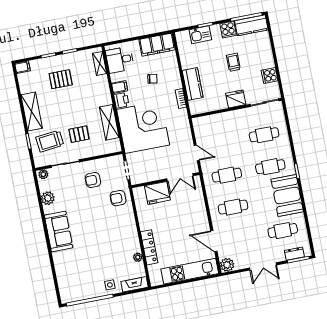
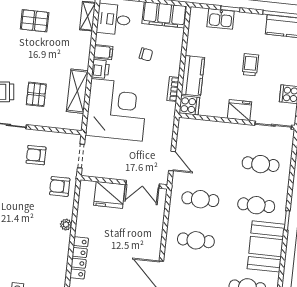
cooker: (228, 29) -> (189, 105), moved, turned -90
pallet: (79, 134) -> (36, 94), turned 90
plant: (138, 257) -> (66, 225), moved

